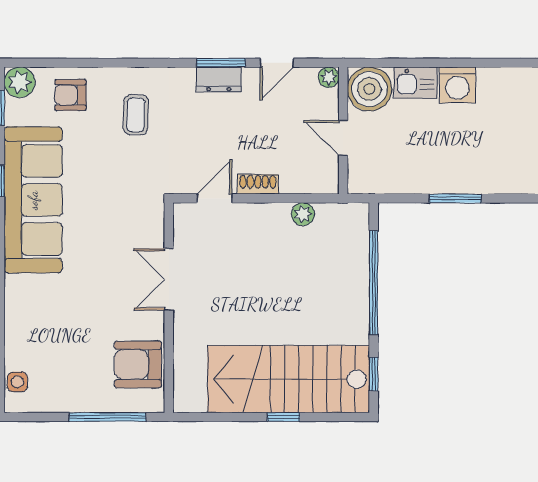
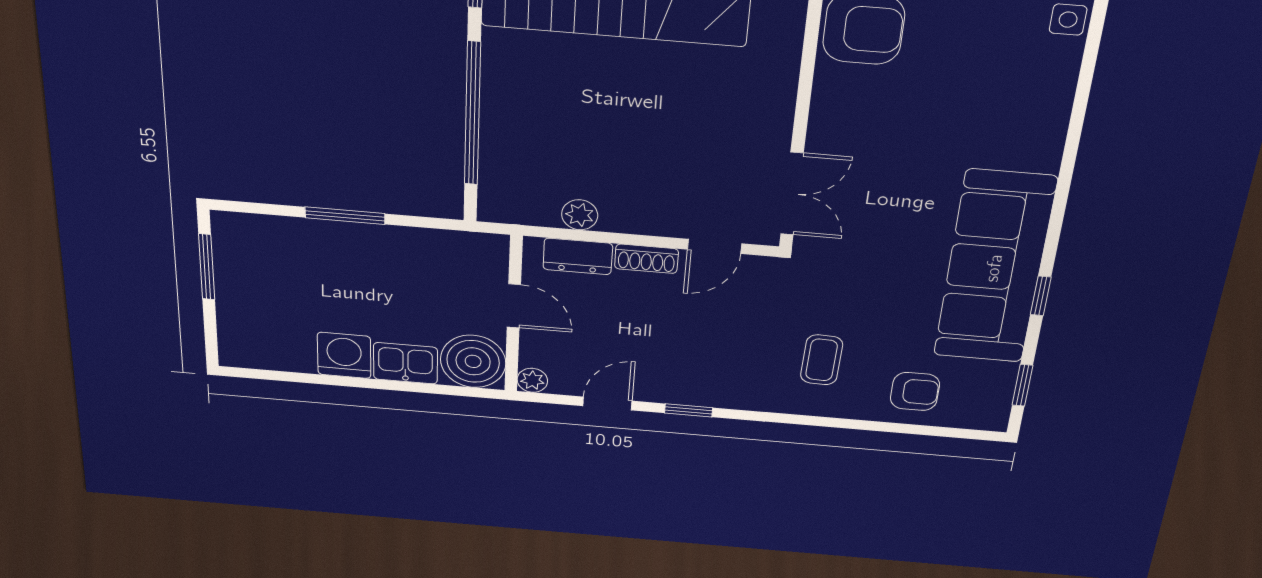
window: (221, 63) -> (689, 410), width x0.67
dresser: (219, 79) -> (578, 256), moved, turned 180
plant: (20, 82) -> (987, 413), removed
double door: (169, 279) -> (792, 194), moved

